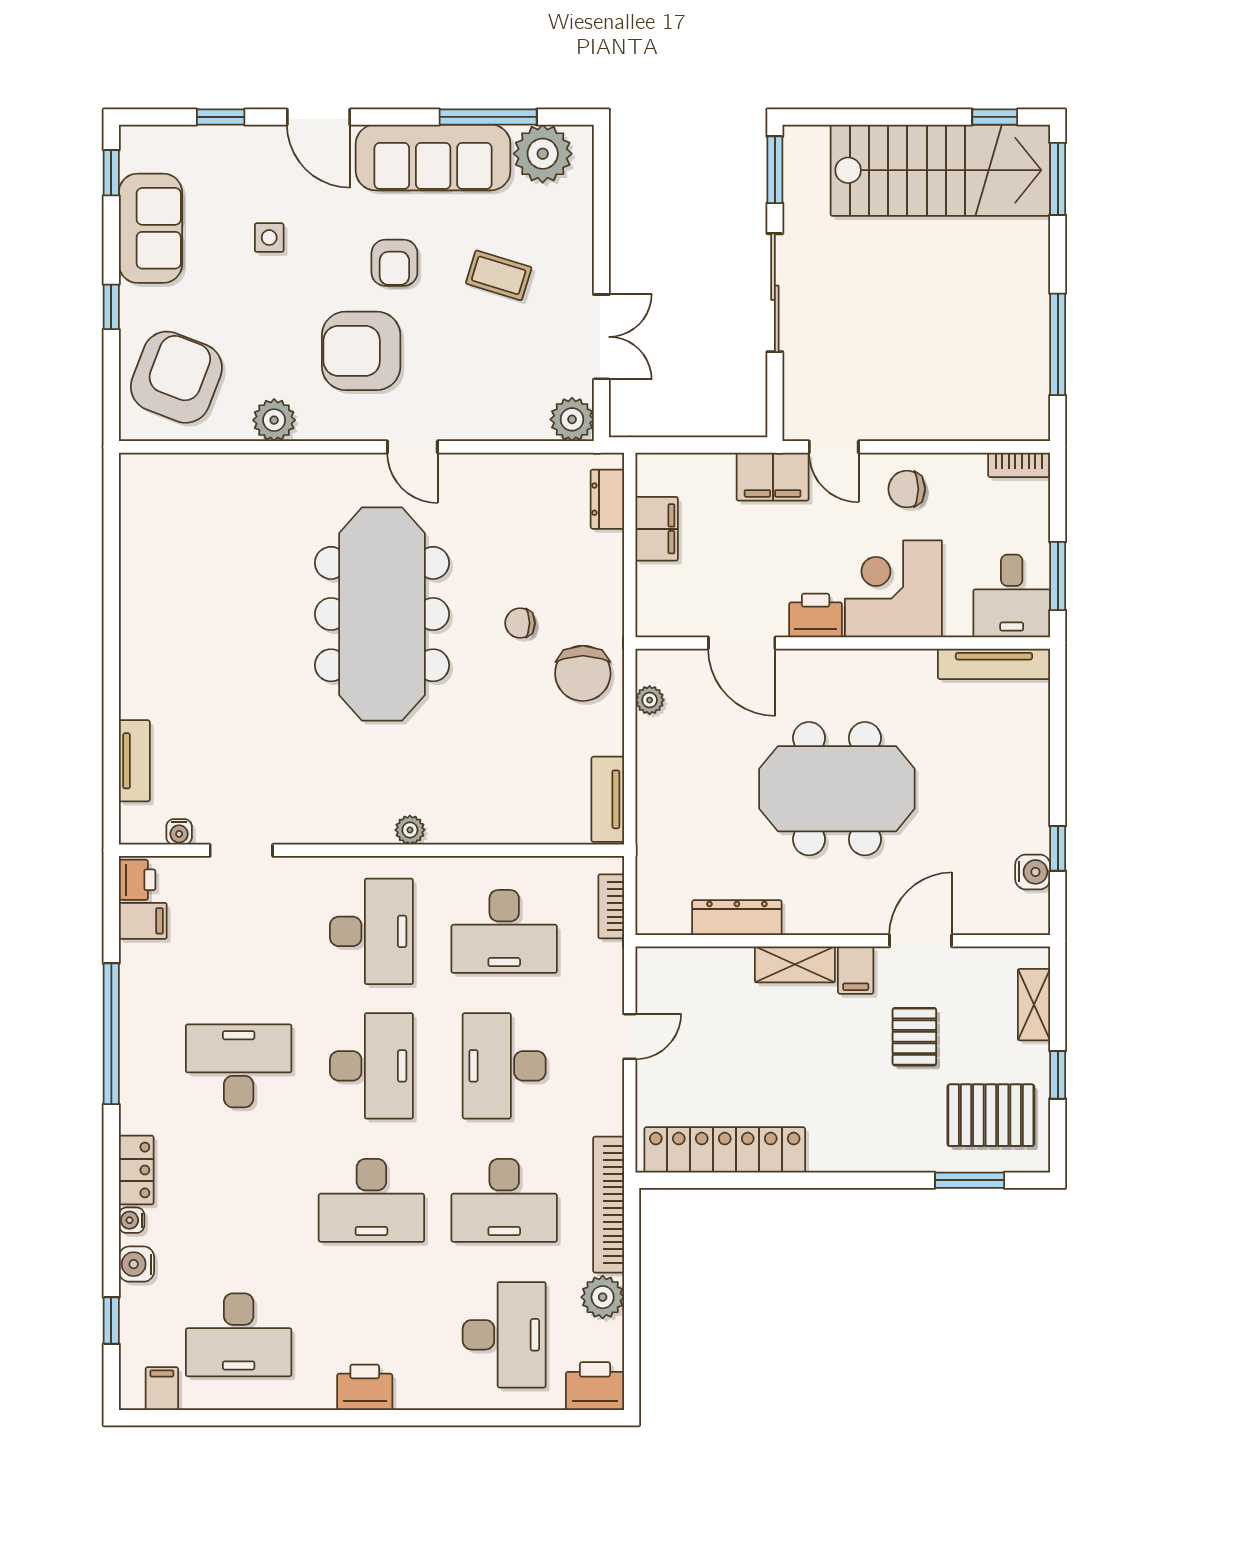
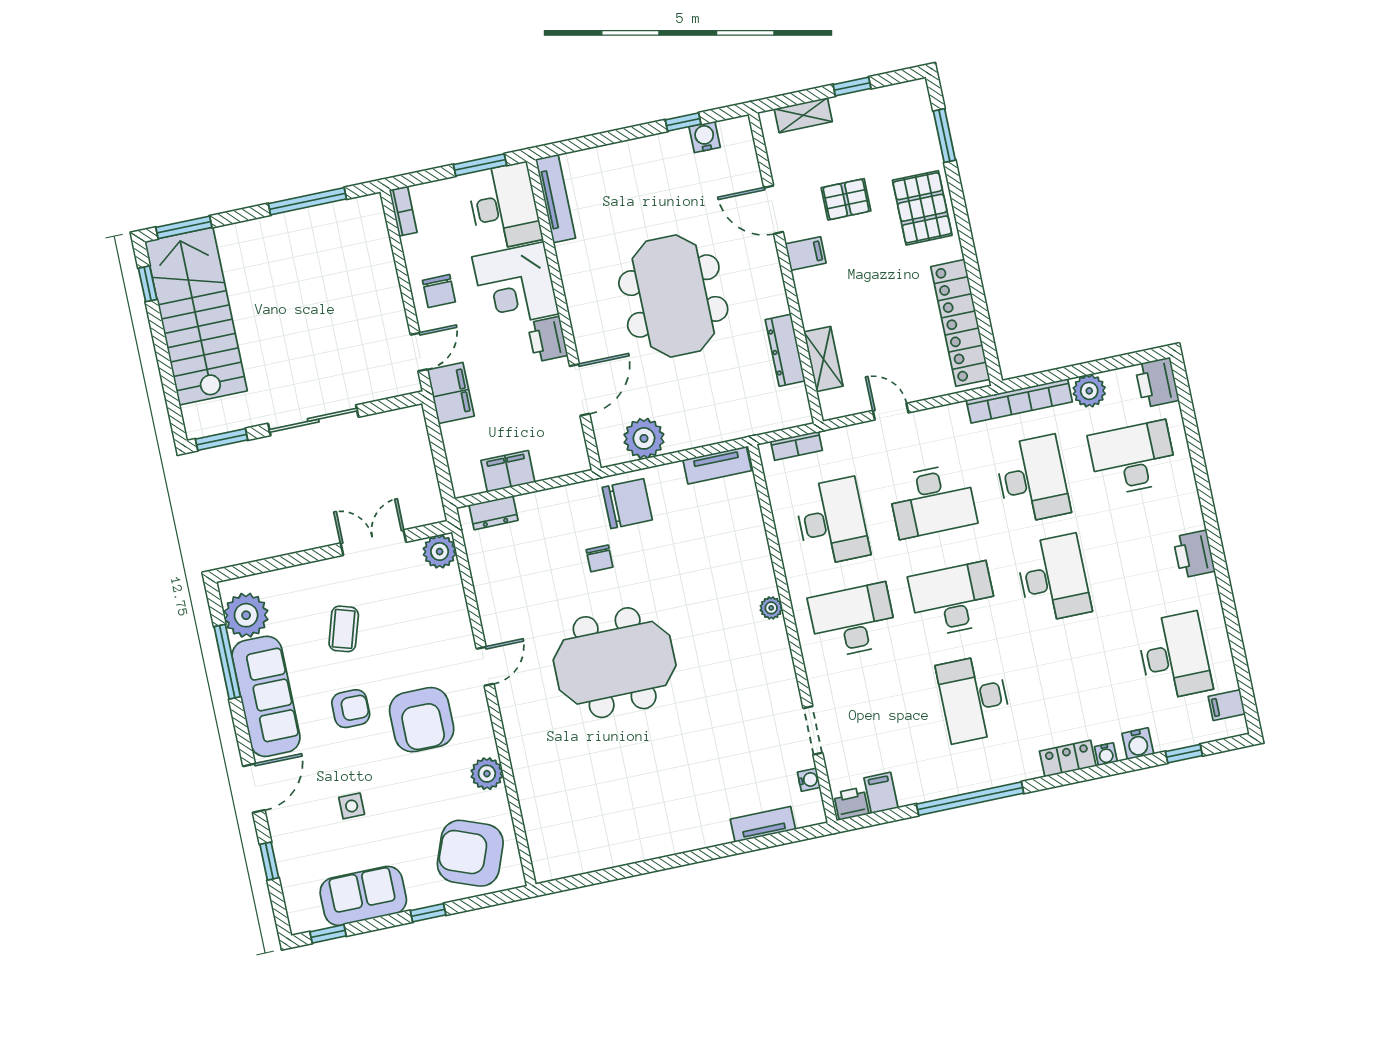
desk: (1012, 596) -> (504, 207), width x1.37
meeting table: (382, 614) -> (615, 663), width x0.73
plant: (650, 700) -> (644, 438), width x1.88, depth x1.88
shelving: (795, 964) -> (823, 359), moved
pallet: (991, 1115) -> (922, 208), moved

